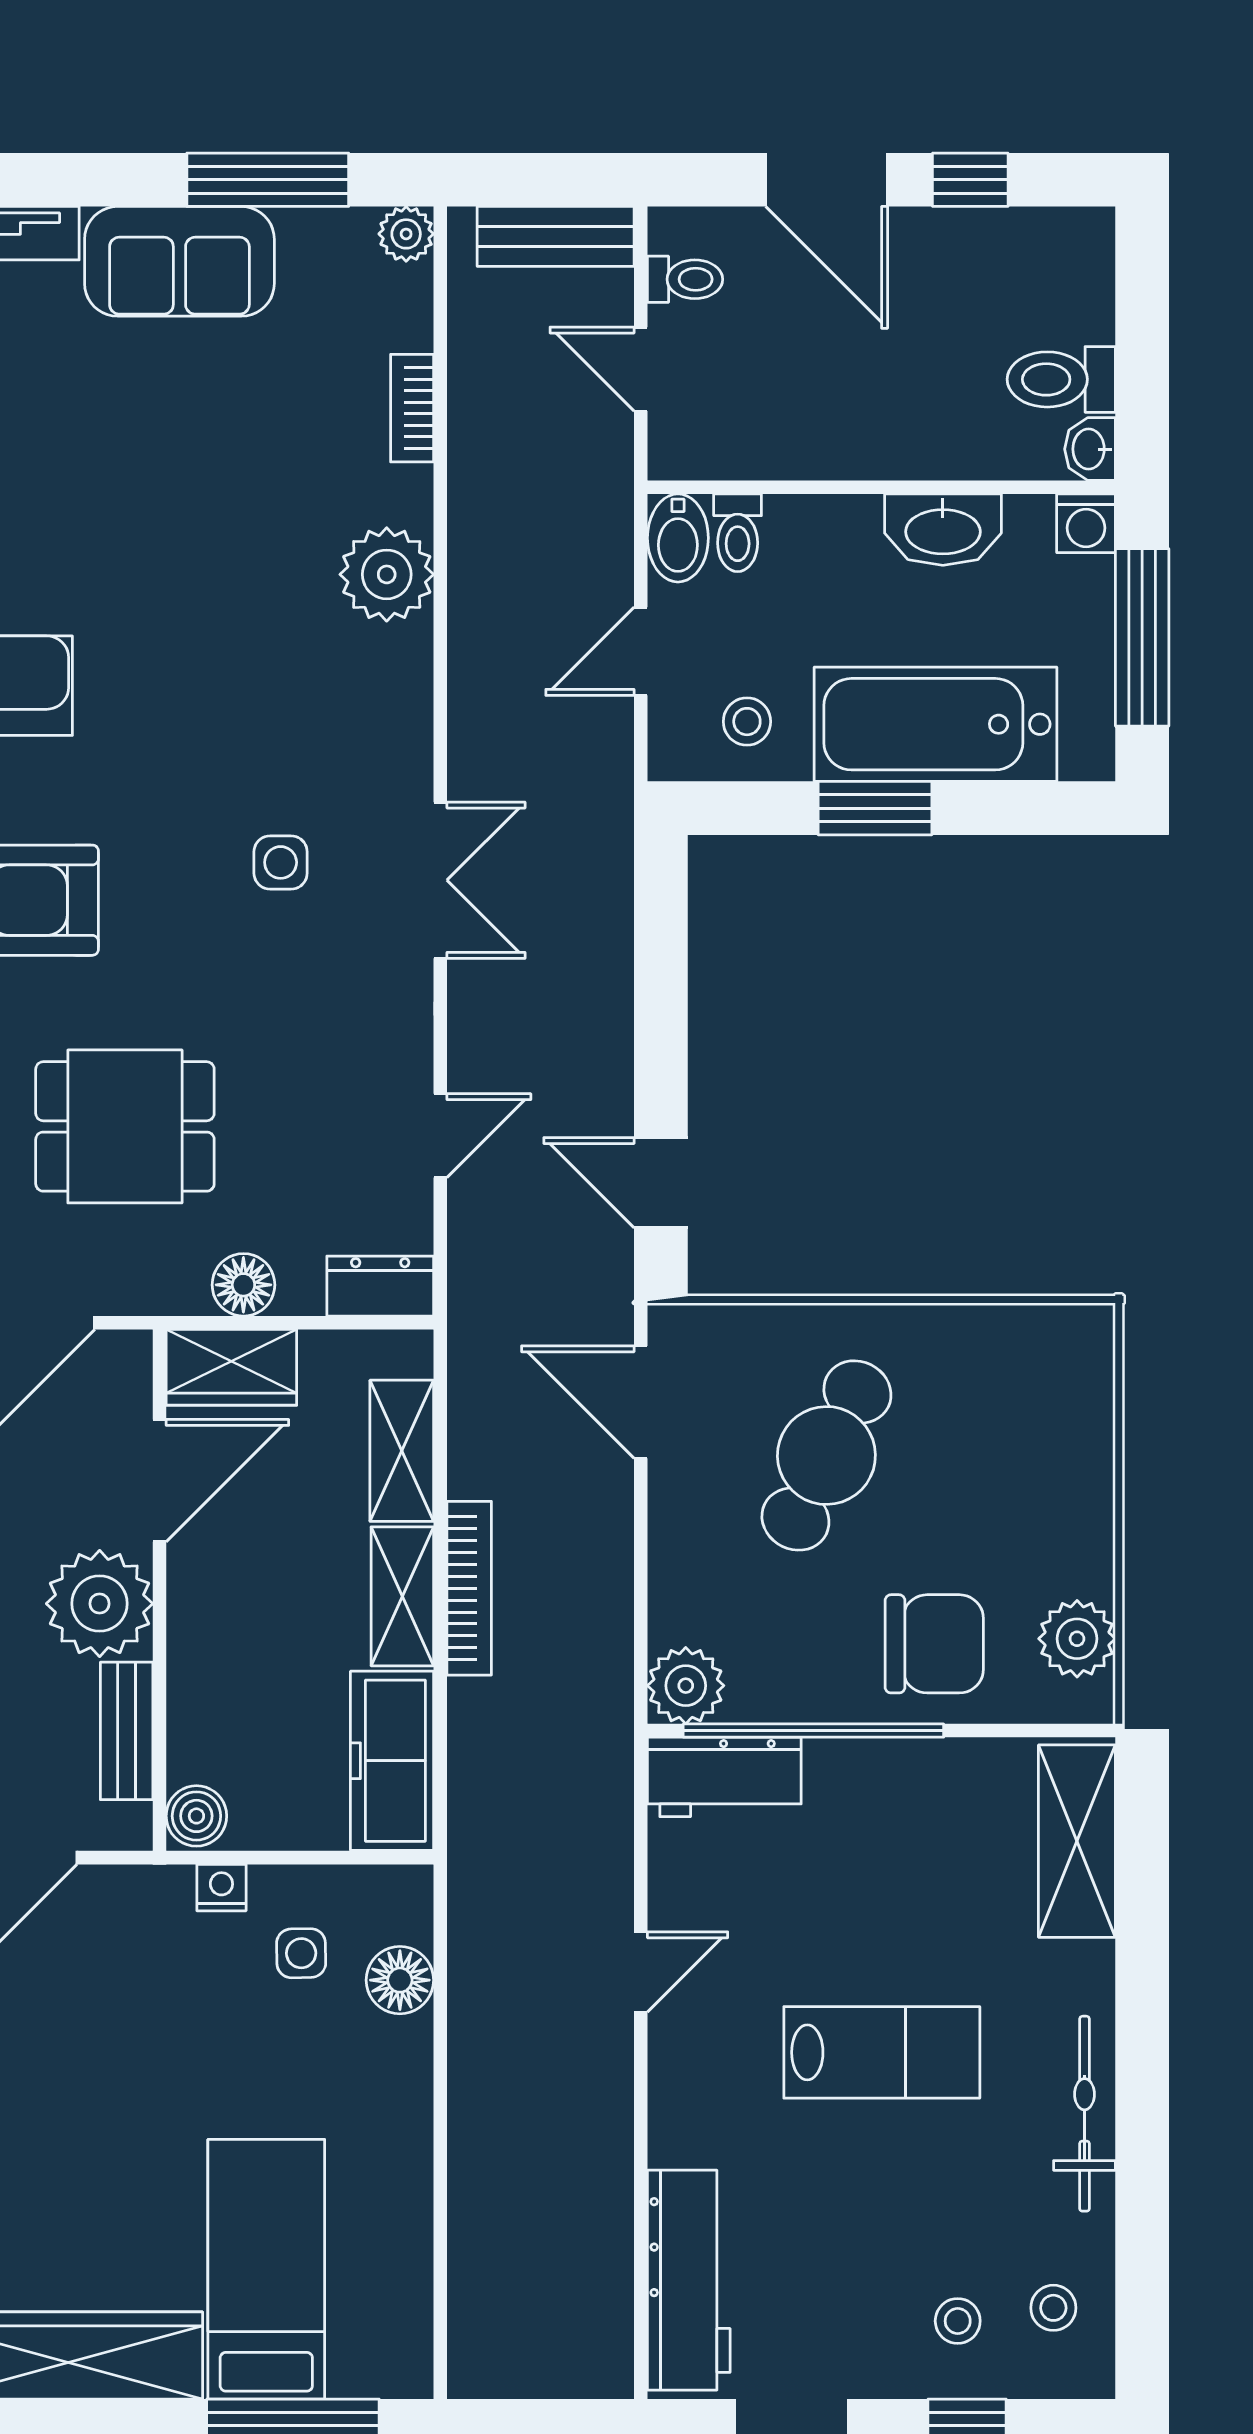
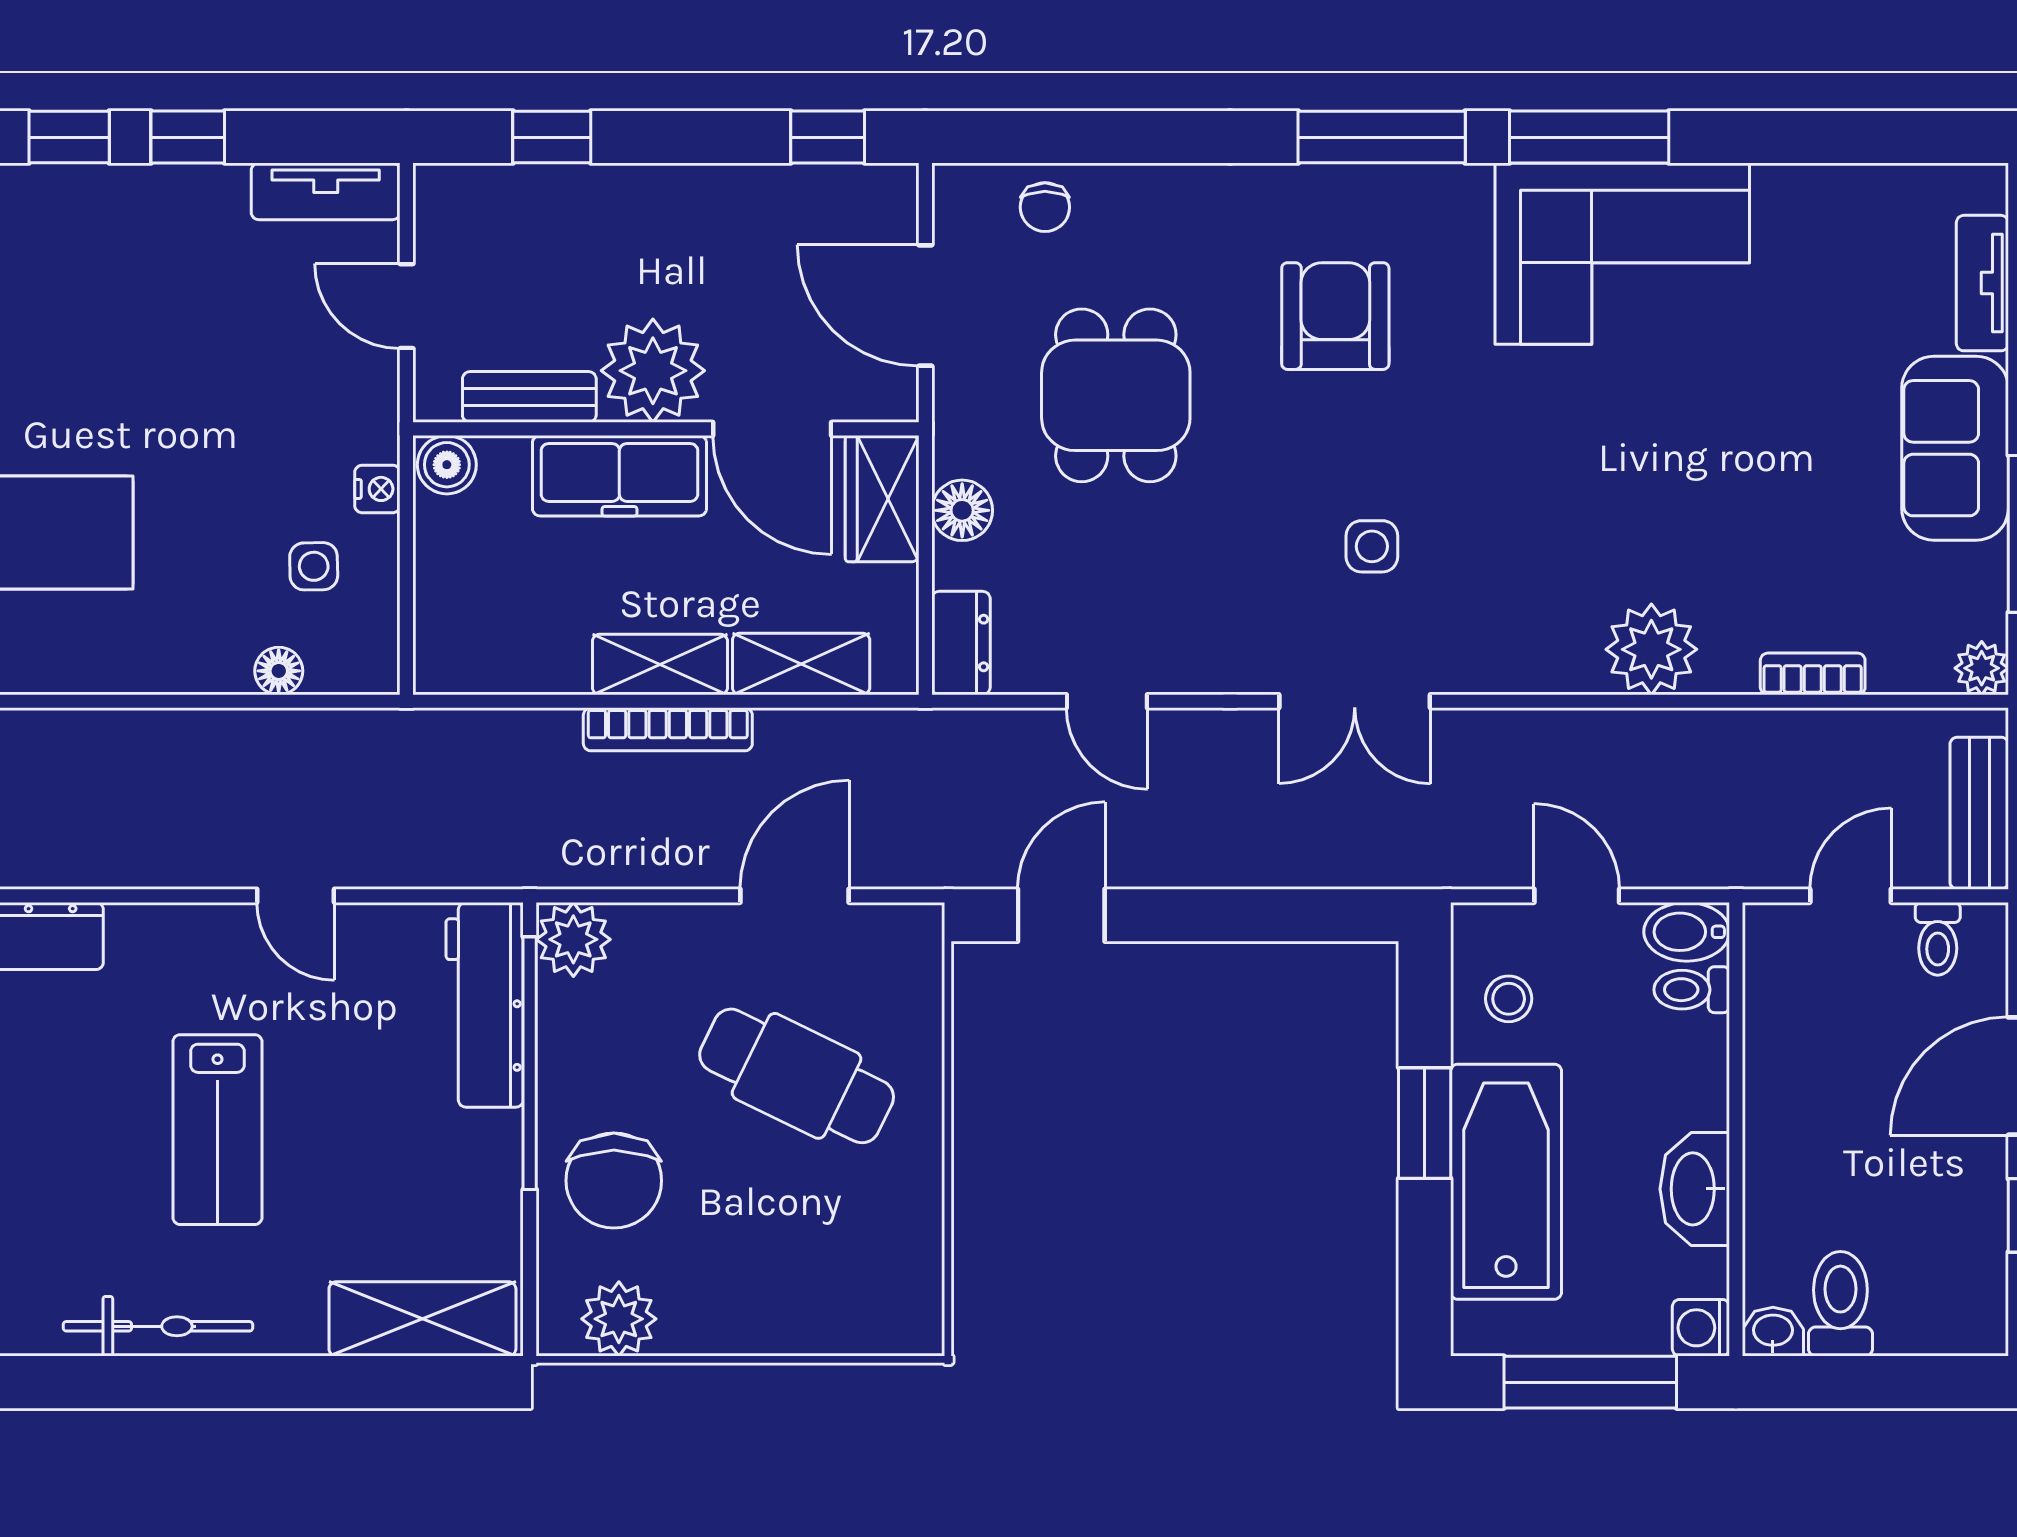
door: (641, 1402) -> (795, 896), moved
freezer: (392, 1761) -> (619, 476), moved, turned 180
workbench: (724, 1777) -> (485, 1005), width x1.38
floor lamp: (400, 1980) -> (279, 671), width x0.73, depth x0.73

